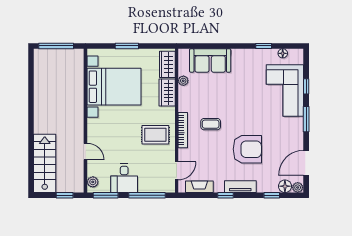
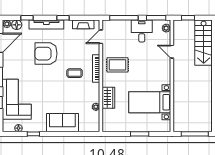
sofa: (210, 60) -> (62, 123), moved
wardrobe: (167, 64) -> (108, 120), removed
bed with nightstands: (114, 87) -> (150, 102), width x0.73
tv unit: (240, 187) -> (46, 24), width x1.41

